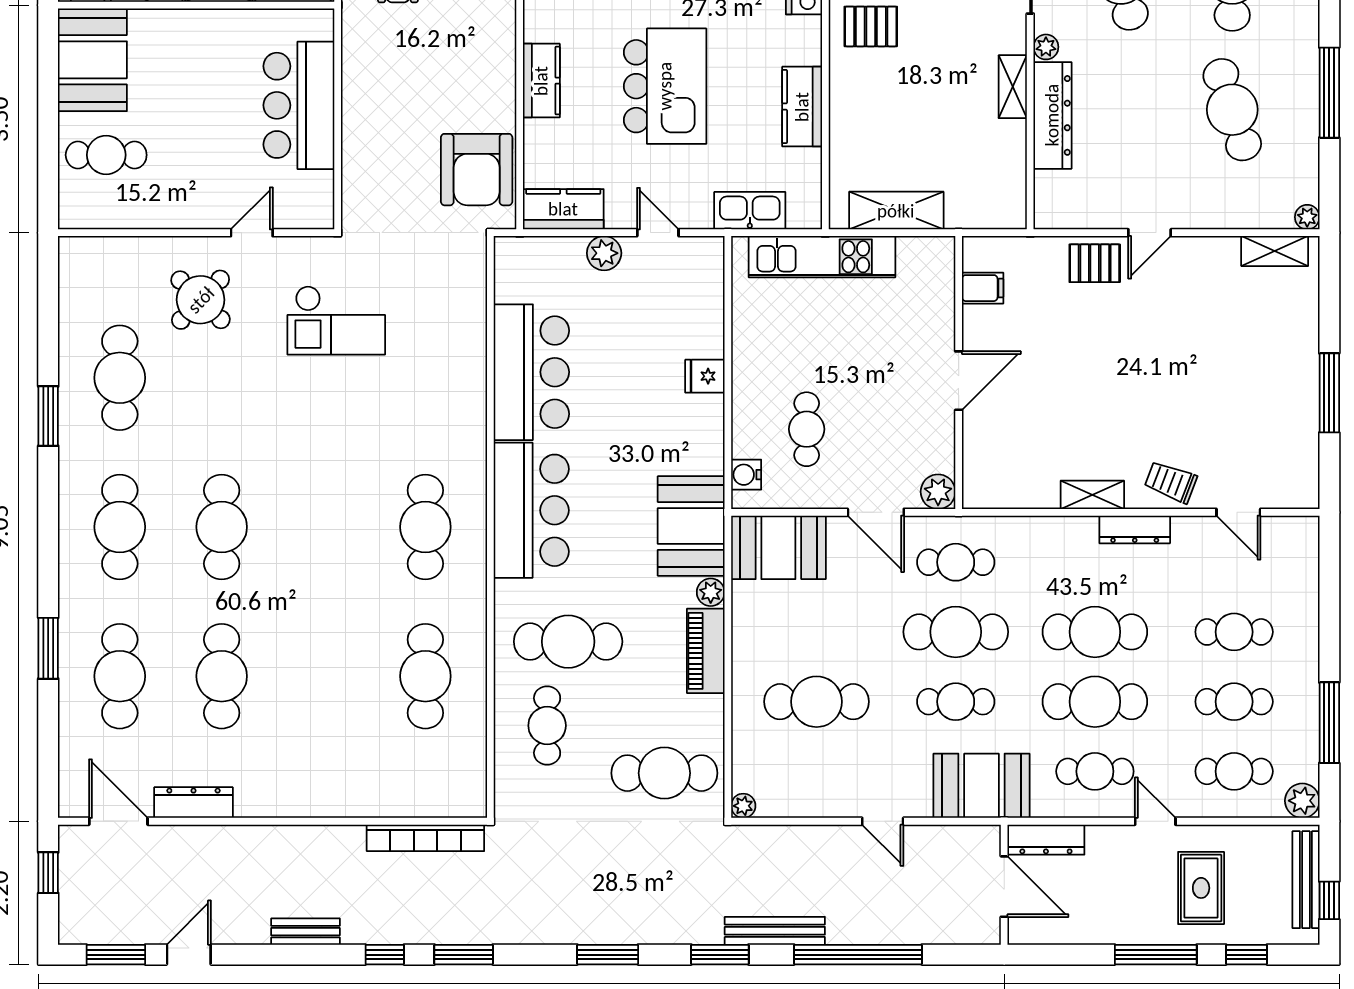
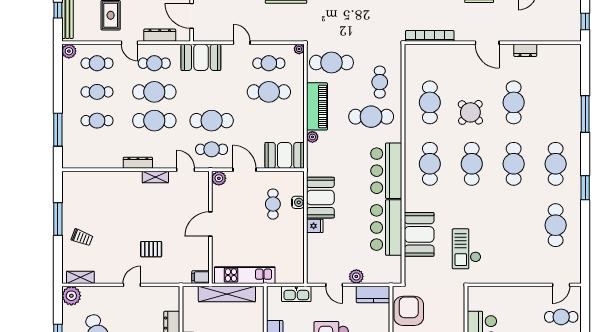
shelving: (896, 211) -> (227, 294), width x1.47
plant: (1307, 217) -> (71, 296), width x1.88, depth x1.88
door: (252, 233) -> (561, 285), moved
kitchen unit: (822, 257) -> (245, 275), moved
pallet: (1095, 263) -> (151, 249), moved
filing cabinet: (983, 288) -> (201, 277), moved
round table: (201, 300) -> (470, 112), moved
checkout: (336, 320) -> (466, 249), turned -90
booth: (451, 355) -> (419, 234), added
window: (48, 416) -> (585, 188), moved
water cooler: (746, 475) -> (298, 202), moved
trolley: (1171, 482) -> (82, 237), moved
door: (1238, 512) -> (186, 170), moved
booth: (691, 526) -> (320, 198), moved
window: (48, 648) -> (585, 114), width x1.44
piano: (706, 651) -> (317, 106), width x1.37, depth x1.33
cafe table: (120, 676) -> (472, 164), moved
cafe table: (956, 702) -> (269, 63), moved
window: (1329, 723) -> (58, 130), moved
dresser: (193, 803) -> (525, 50), width x0.70
door: (118, 821) -> (487, 43), moved
dresser: (1046, 840) -> (160, 35), moved

